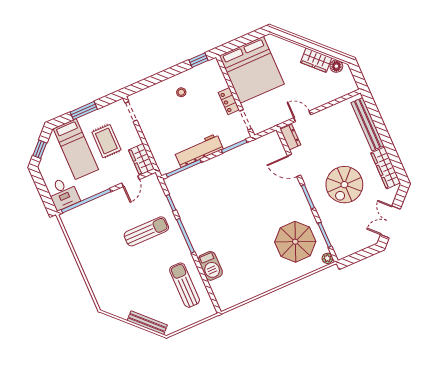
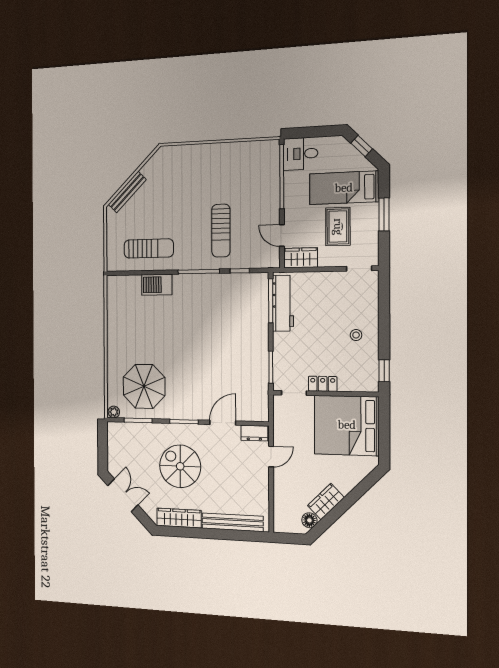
rug: (106, 141) -> (338, 227), turned 90
workbench: (199, 150) -> (283, 303), moved

